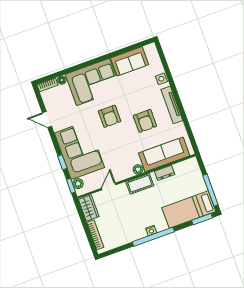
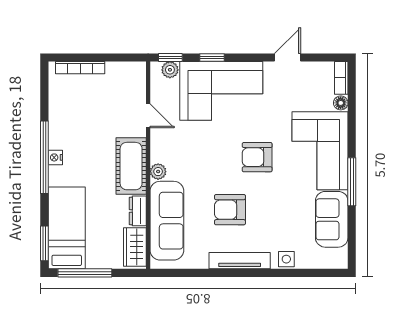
window: (104, 58) -> (352, 182), added
cot: (140, 184) -> (131, 166), width x1.37, depth x1.34
wardrobe: (89, 208) -> (135, 247), moved, turned 90

